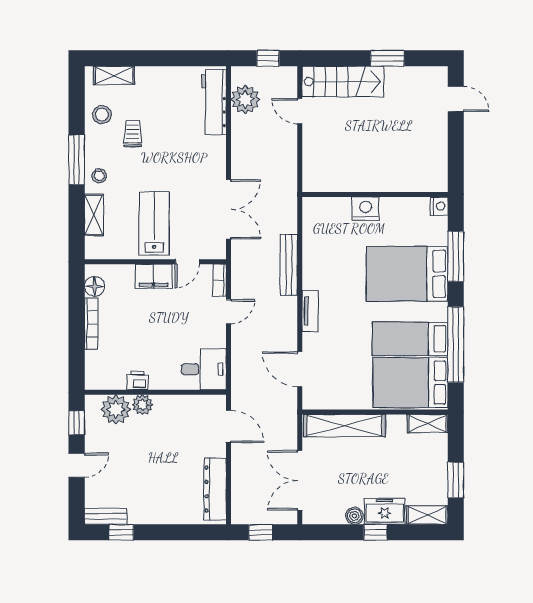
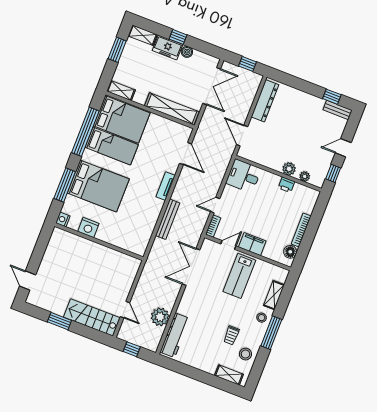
plant: (245, 99) -> (160, 317), moved
nightstand: (366, 209) -> (88, 228), moved
plant: (116, 409) -> (305, 176), width x0.53, depth x0.53

